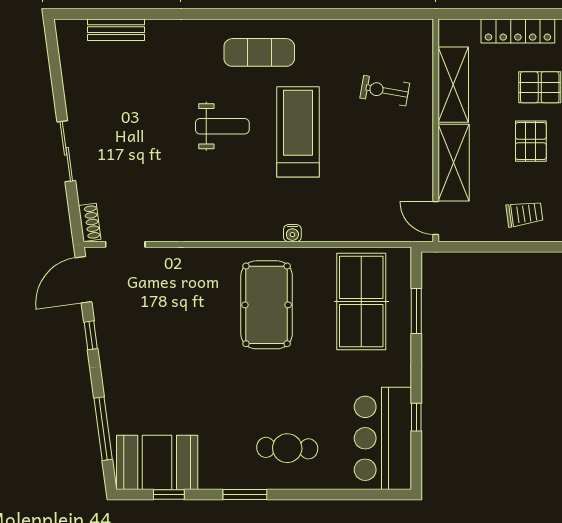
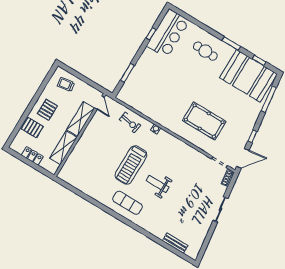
locker: (518, 31) -> (32, 156), width x0.66
exercise bike: (385, 91) -> (130, 122), moved
table tennis table: (361, 302) -> (145, 88), removed
pool table: (267, 305) -> (204, 121), moved, turned 90
booth: (157, 462) -> (248, 76), width x1.36, depth x1.42

